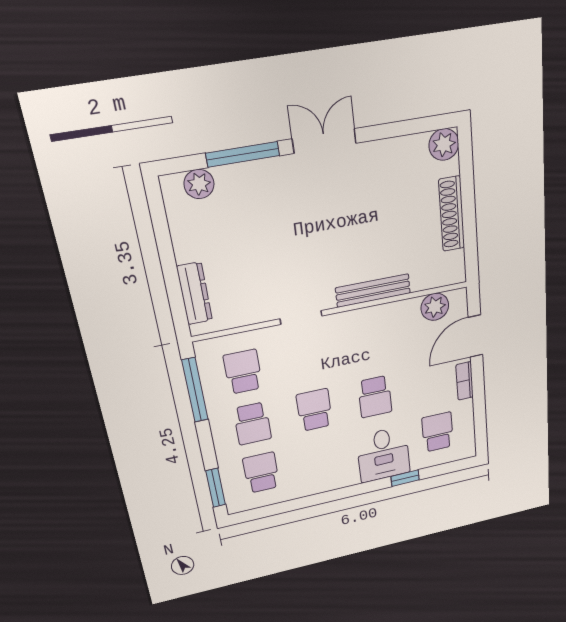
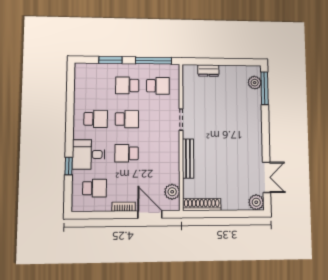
double door: (324, 141) -> (267, 177), moved
window: (243, 154) -> (265, 88), moved
shoe rack: (452, 214) -> (202, 205), moved
dresser: (195, 293) -> (208, 71), width x0.70
school desk: (261, 473) -> (96, 119), moved
window: (216, 488) -> (110, 60), moved

